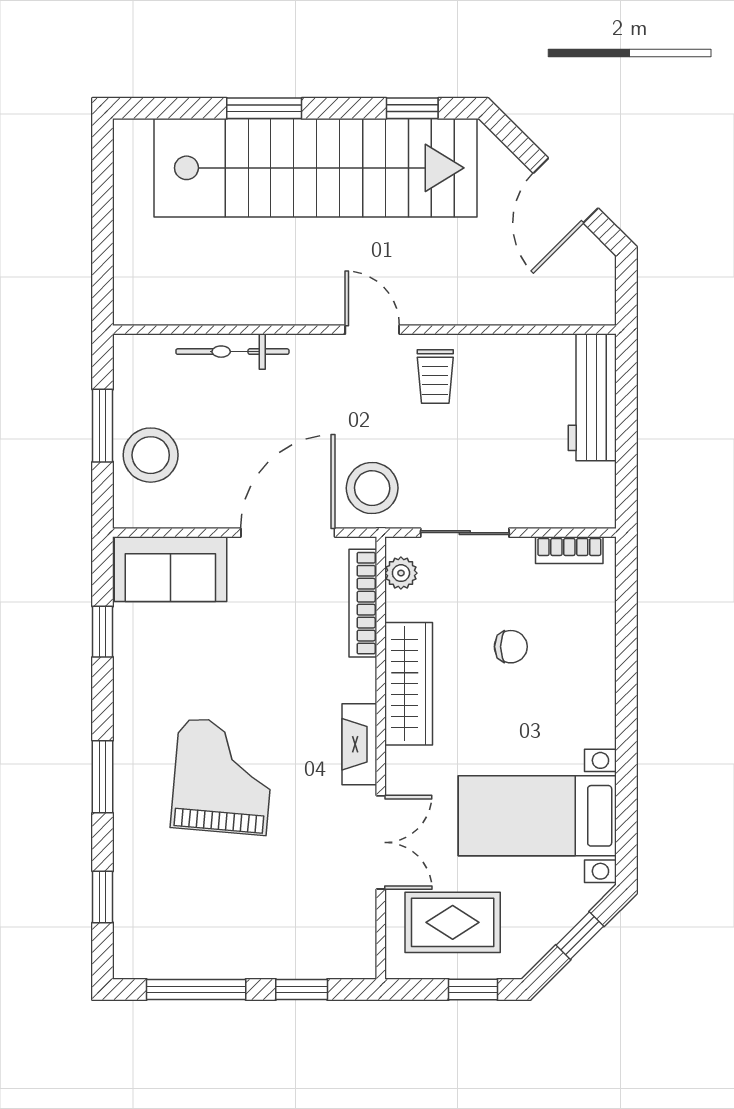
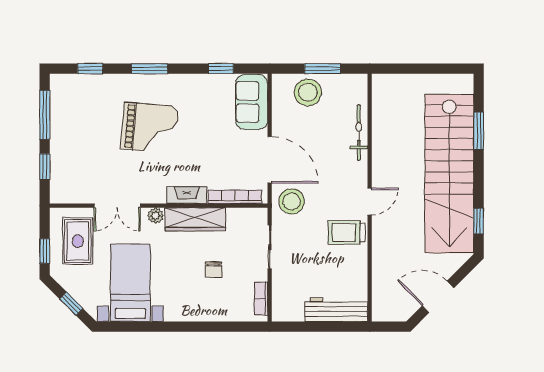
window: (264, 108) -> (479, 131), moved
trolley: (435, 377) -> (347, 232), width x1.36, depth x1.39
plant: (401, 573) -> (155, 216), moved
fireplace: (359, 744) -> (187, 195), moved

